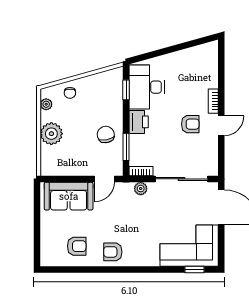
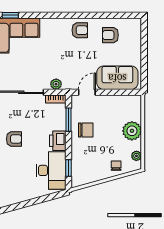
armchair: (190, 124) -> (14, 139), turned 180
chair: (106, 135) -> (86, 130), turned -78

